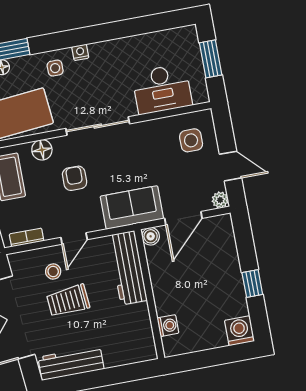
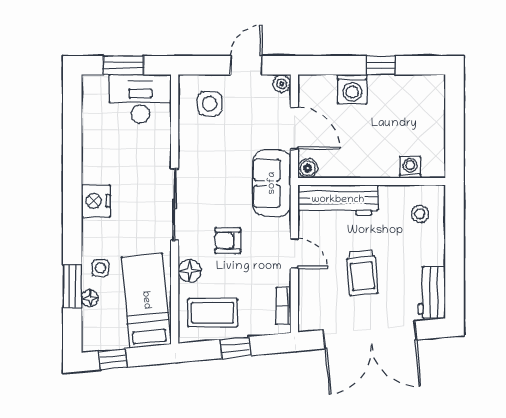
nightstand: (80, 52) -> (96, 201), width x1.89, depth x1.79
side table: (55, 68) -> (100, 268), moved
desk: (162, 89) -> (140, 99), moved, turned -90
stool: (53, 271) -> (420, 214), moved
washing machine: (240, 331) -> (352, 89), moved, turned -90
workbench: (71, 363) -> (432, 292), width x0.73

